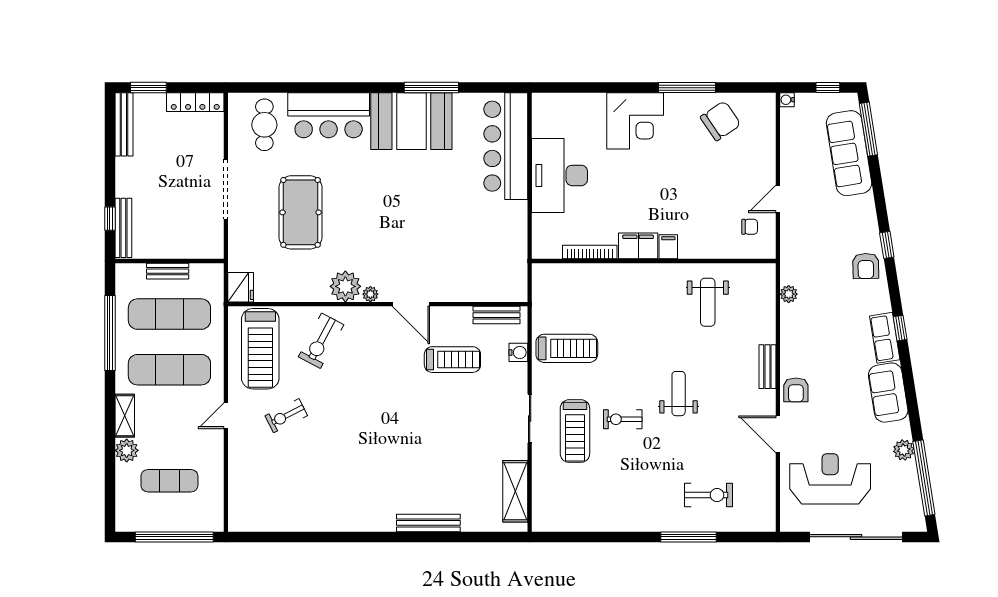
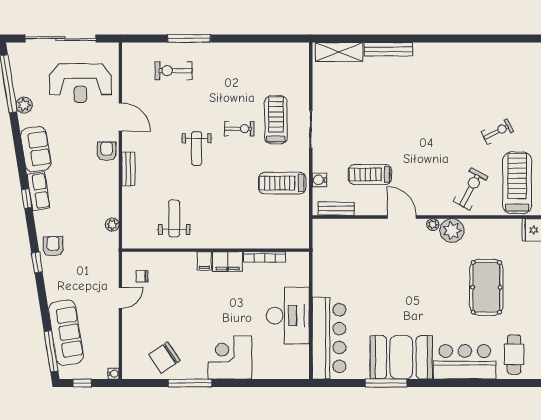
shelving: (515, 491) -> (339, 52), moved, turned 90

